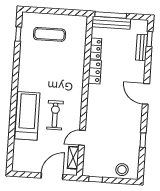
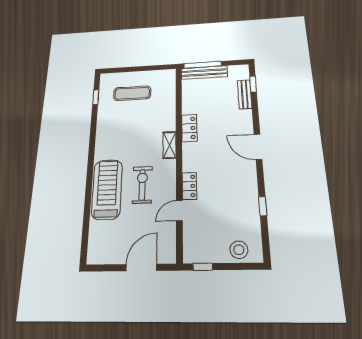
locker: (96, 49) -> (189, 186), moved
shelving: (73, 158) -> (169, 145), moved

